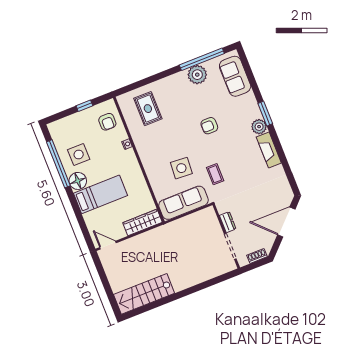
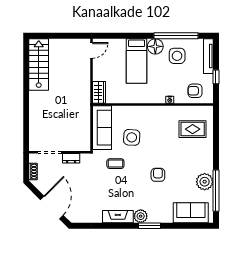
tv unit: (66, 122) -> (208, 56), added
wardrobe: (142, 222) -> (99, 92), width x0.67

